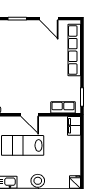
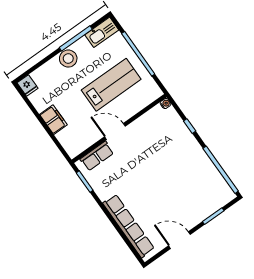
door: (30, 115) -> (115, 131), moved
filing cabinet: (74, 126) -> (53, 120), moved

